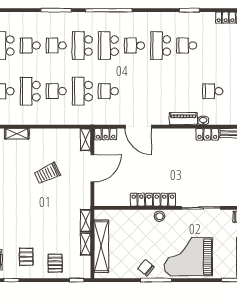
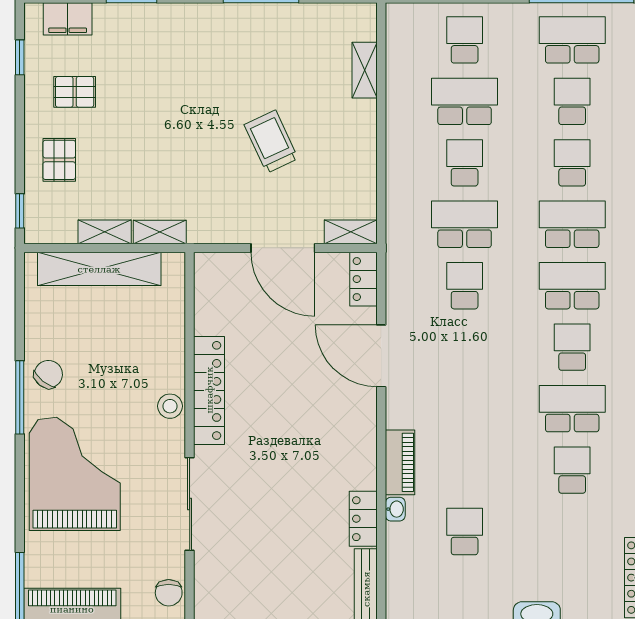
door: (138, 127) -> (381, 356), hinge flipped
pallet: (55, 263) -> (59, 160), turned 90

